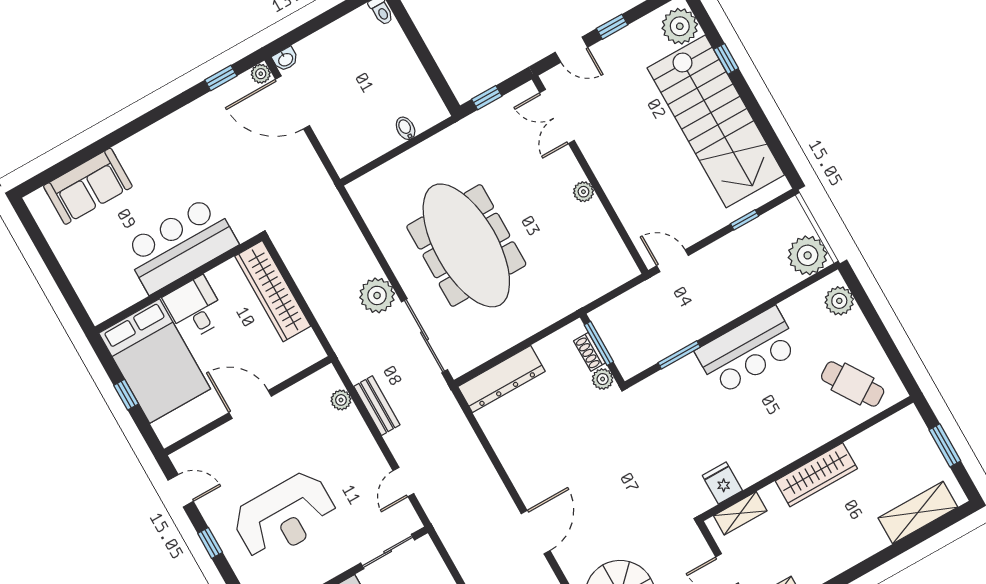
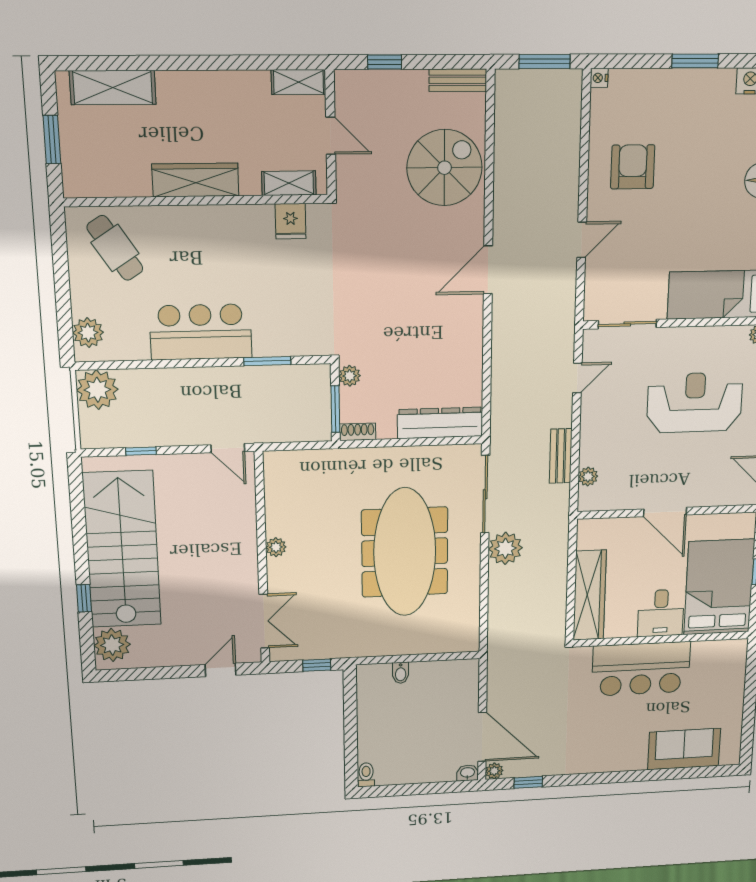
window: (612, 27) -> (174, 672), removed
door: (571, 50) -> (220, 670), hinge flipped
shoe rack: (590, 352) -> (358, 432), moved, turned -90

